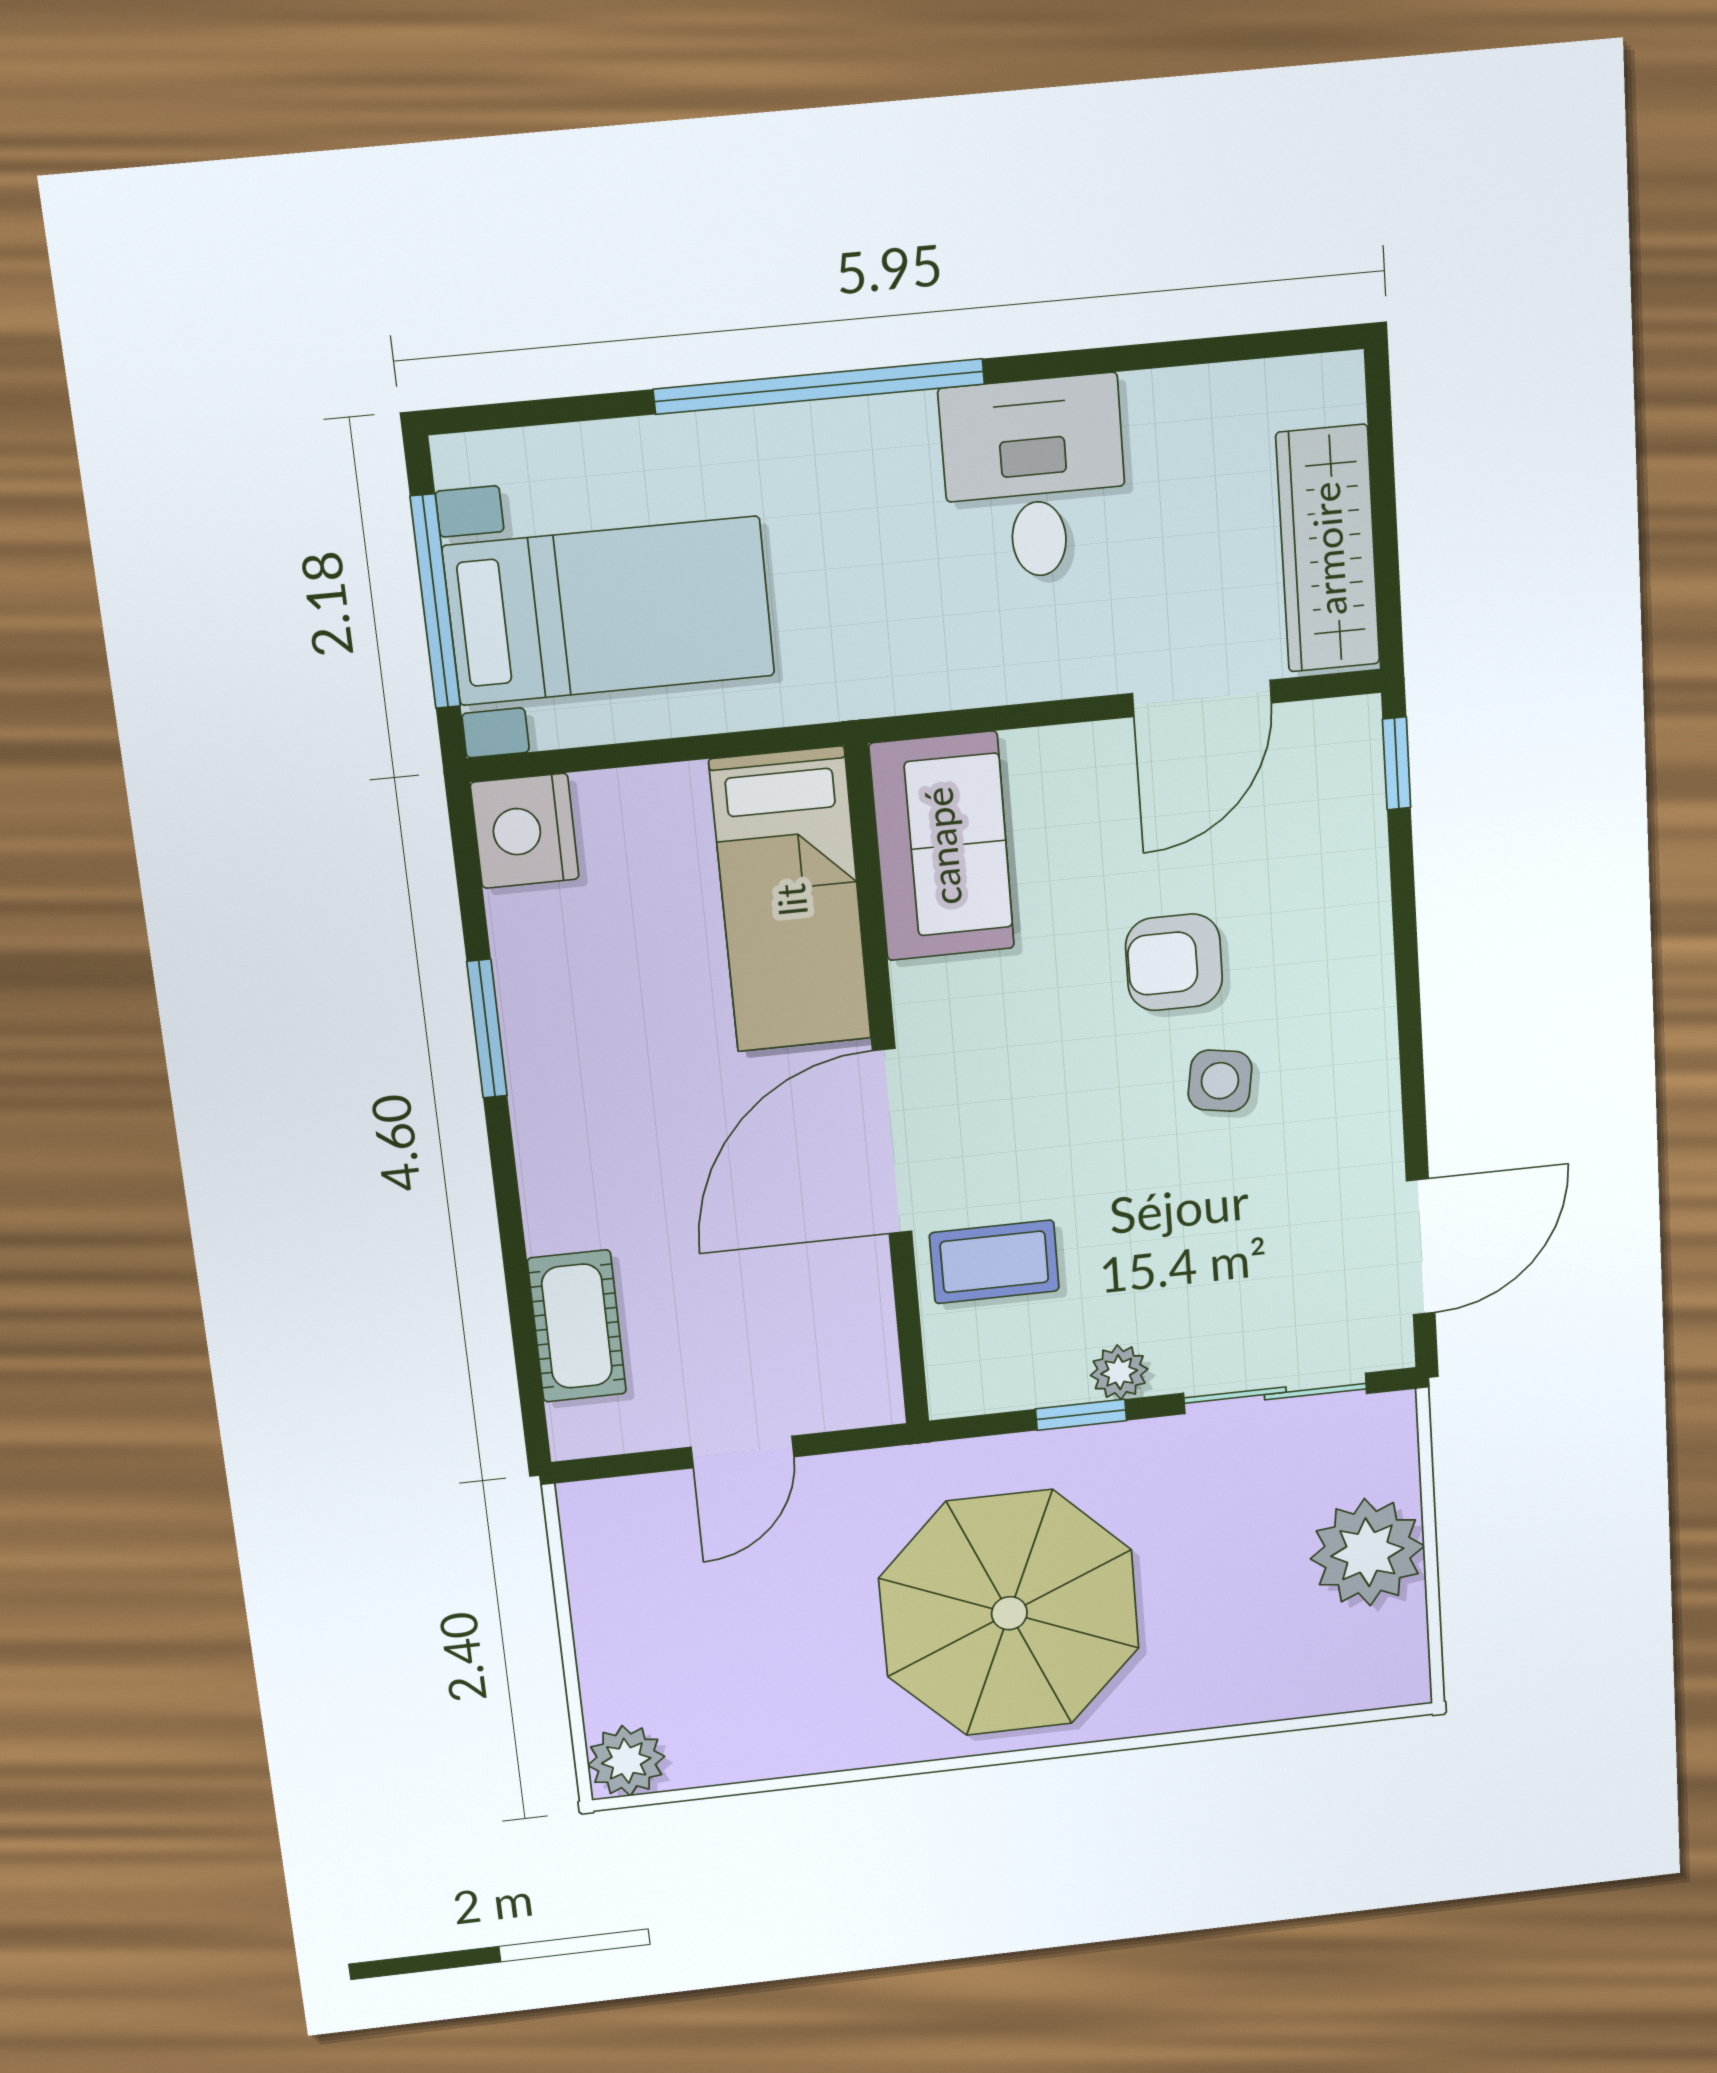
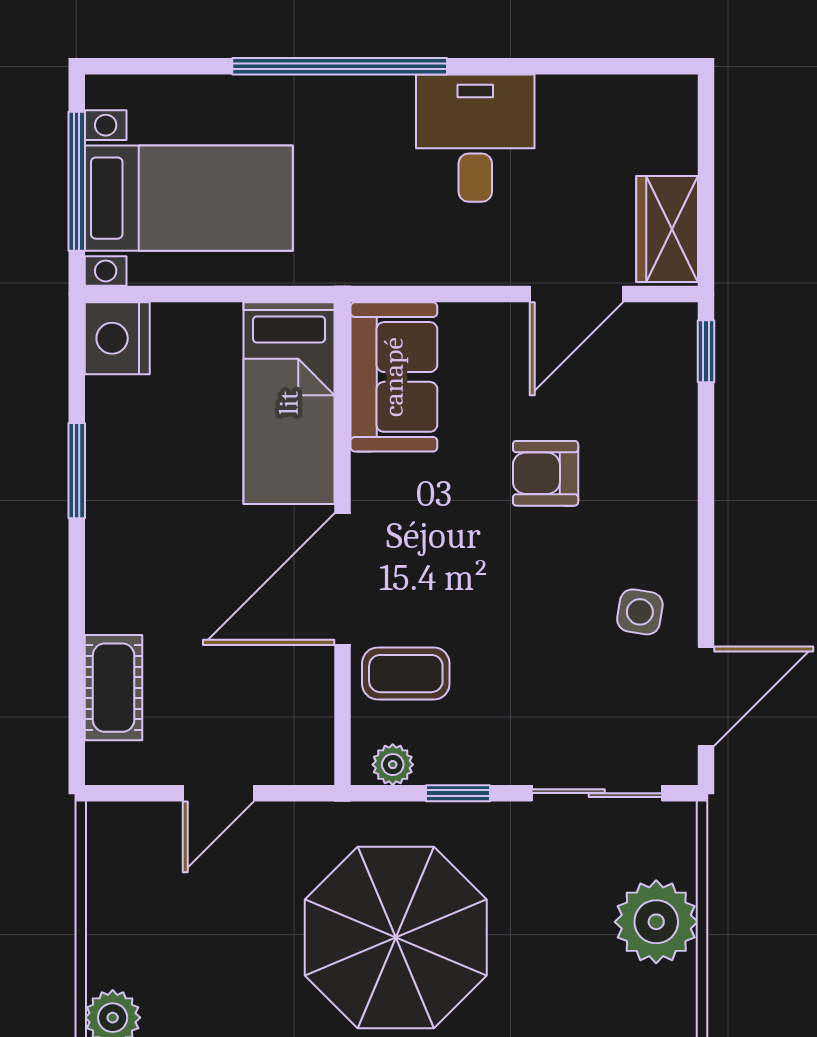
wardrobe: (1328, 549) -> (667, 229), width x0.67
side table: (1220, 1081) -> (640, 612), moved
plant: (1119, 1372) -> (393, 765), moved

